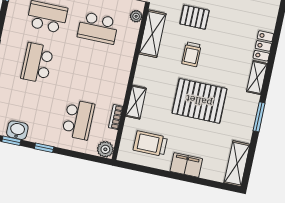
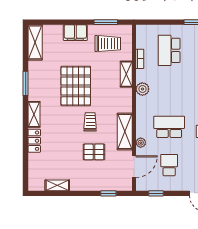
pallet: (199, 101) -> (76, 86), turned 90
plant: (105, 149) -> (142, 89), moved
window: (147, 170) -> (106, 22), added

